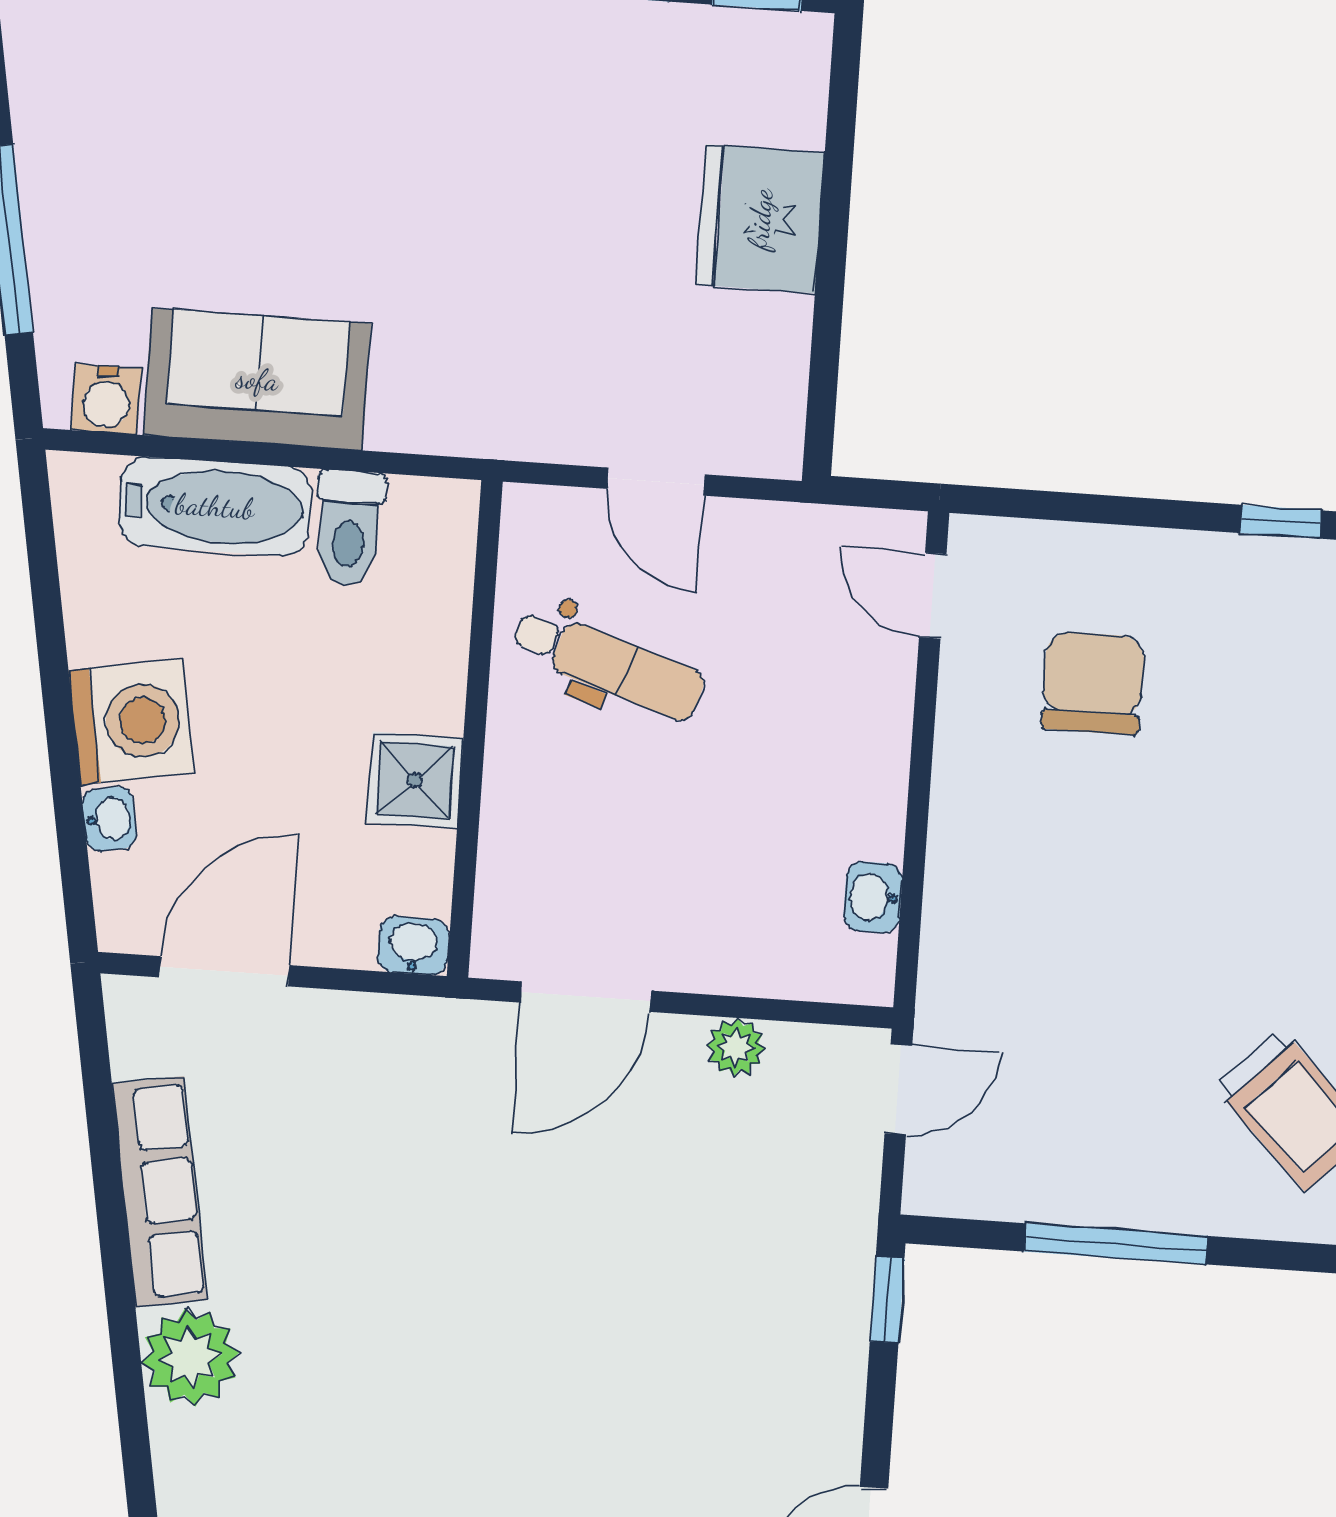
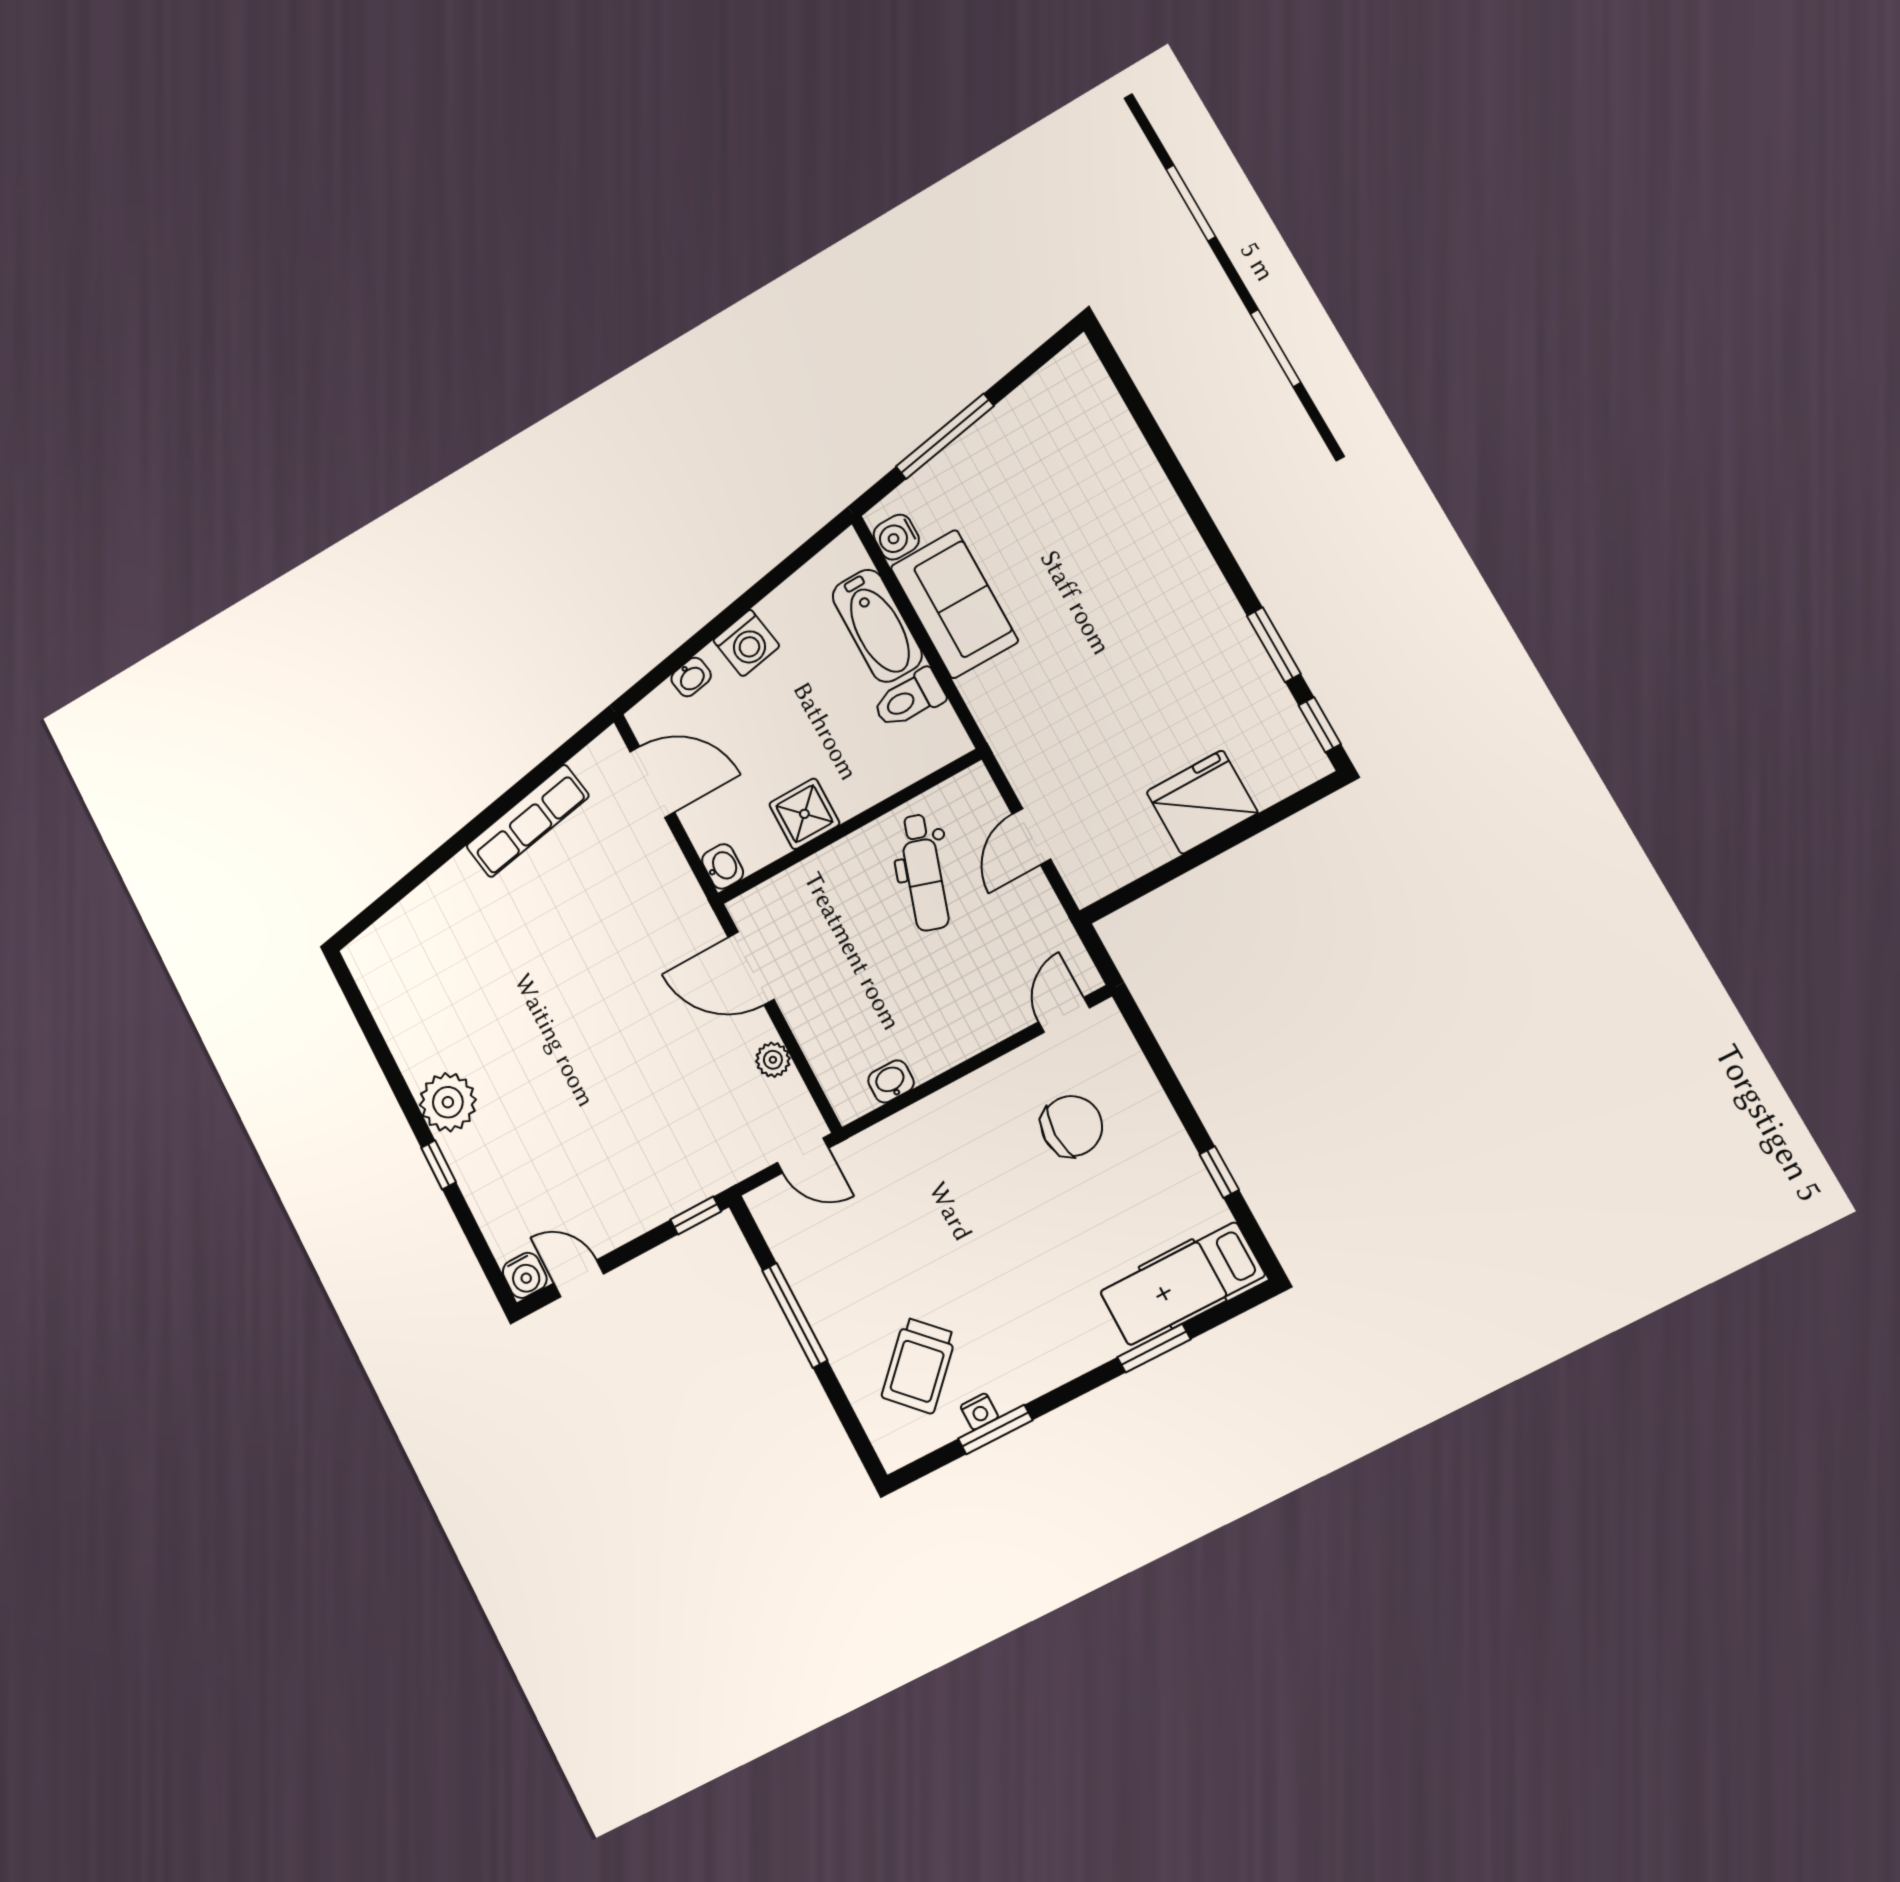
washing machine: (131, 722) -> (746, 643), width x0.73, depth x0.73
plant: (190, 1357) -> (458, 888), removed

